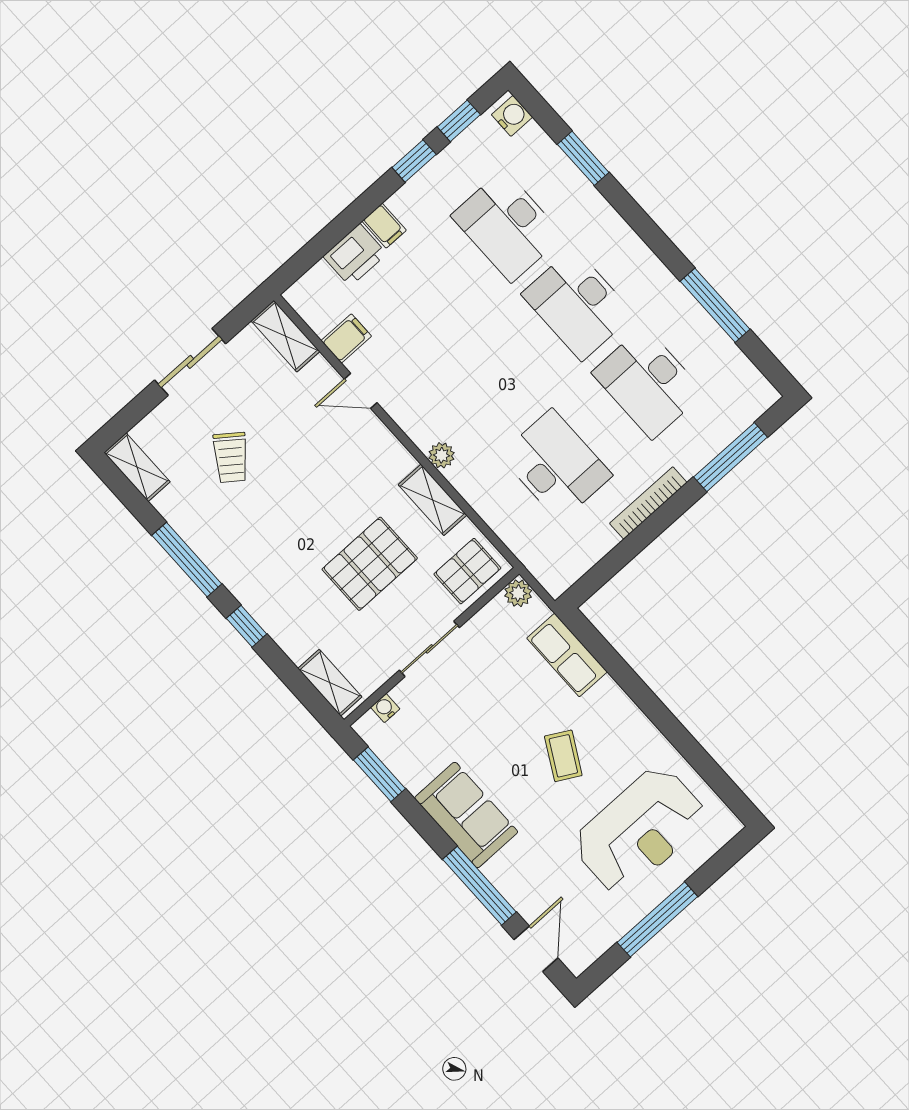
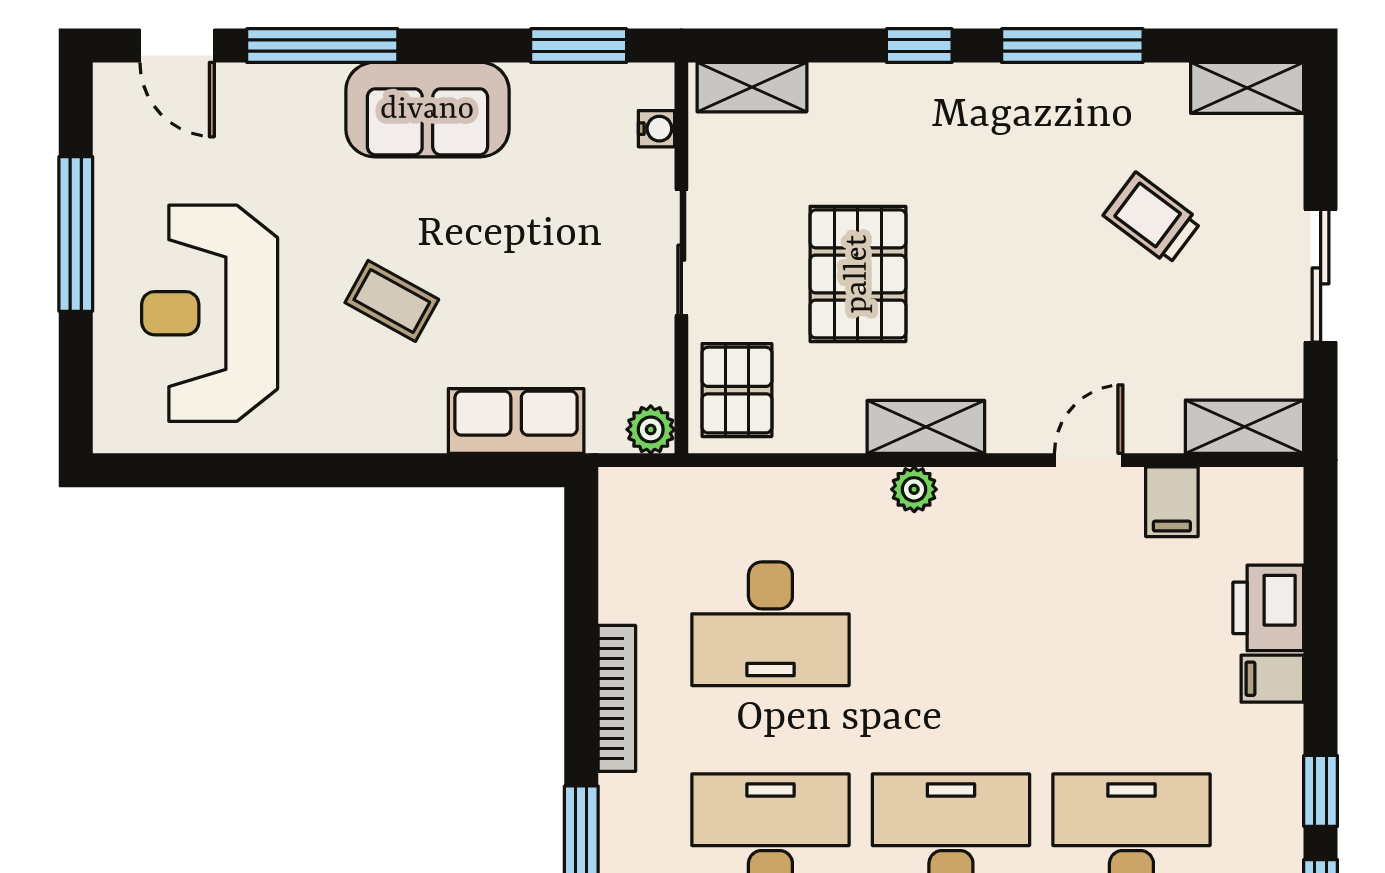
shelving: (432, 500) -> (926, 427), moved

